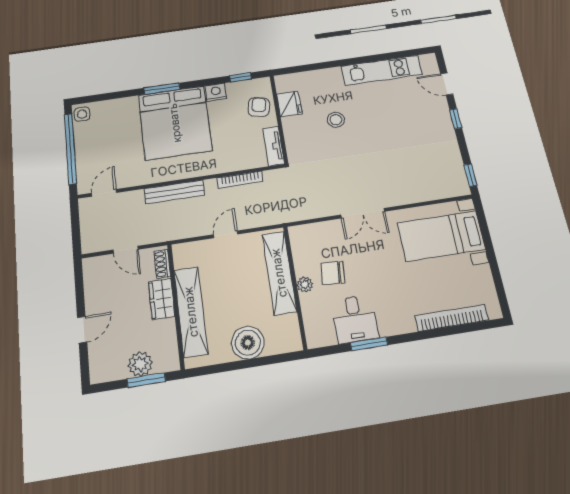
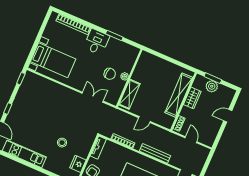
double door: (363, 213) -> (93, 97), moved
shelving: (279, 273) -> (129, 94), width x0.68
wardrobe: (162, 299) -> (192, 98), moved
desk: (355, 319) -> (97, 42), moved
boiler: (248, 343) -> (163, 67), removed

